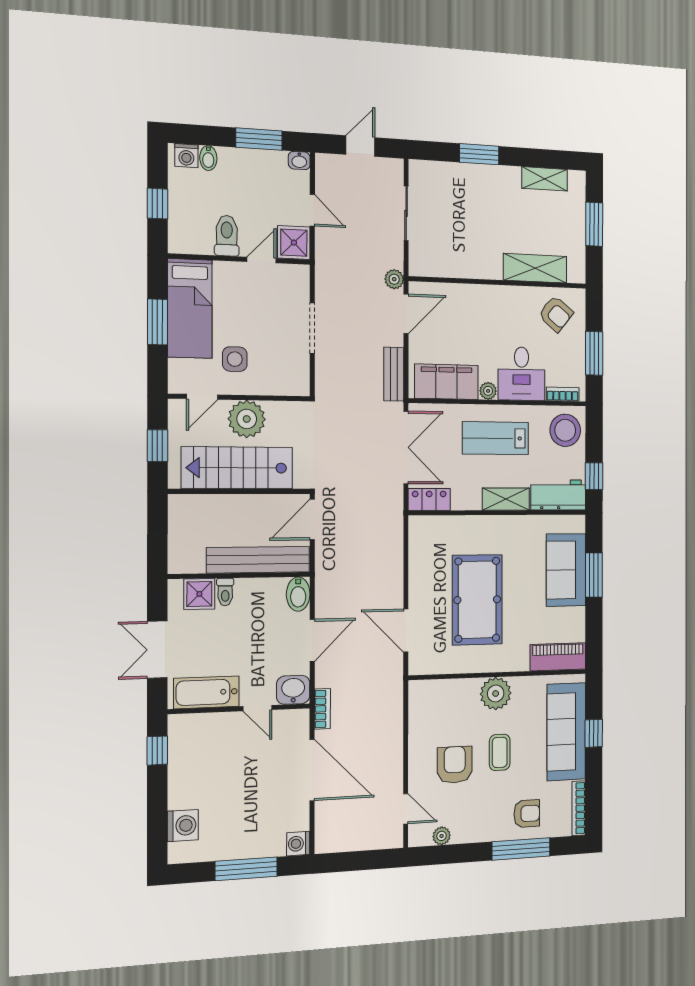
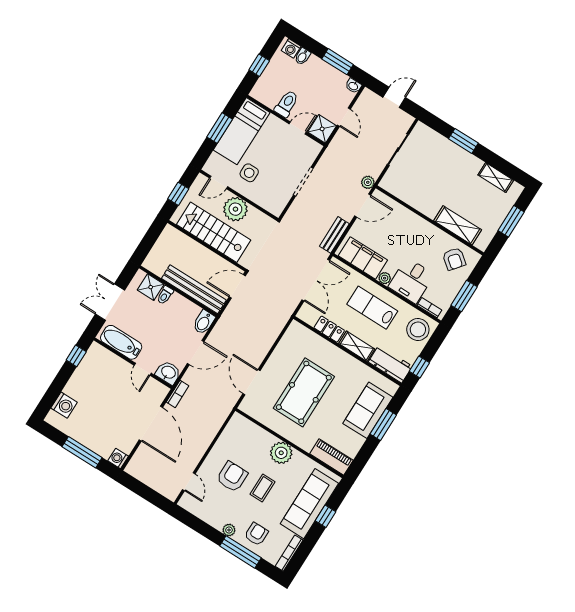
locker: (429, 499) -> (329, 329), moved
armchair: (527, 814) -> (256, 534), turned -90
plant: (442, 836) -> (229, 530), moved

